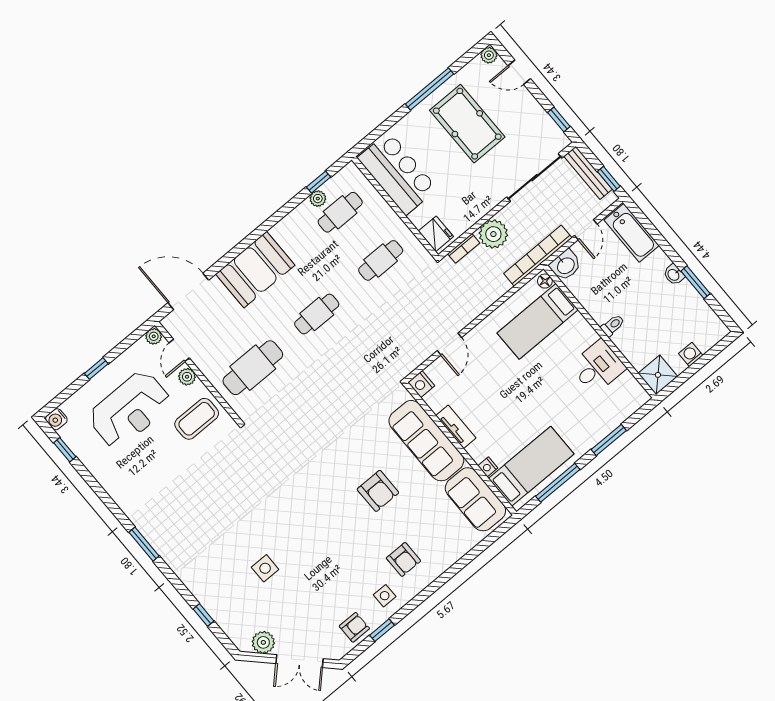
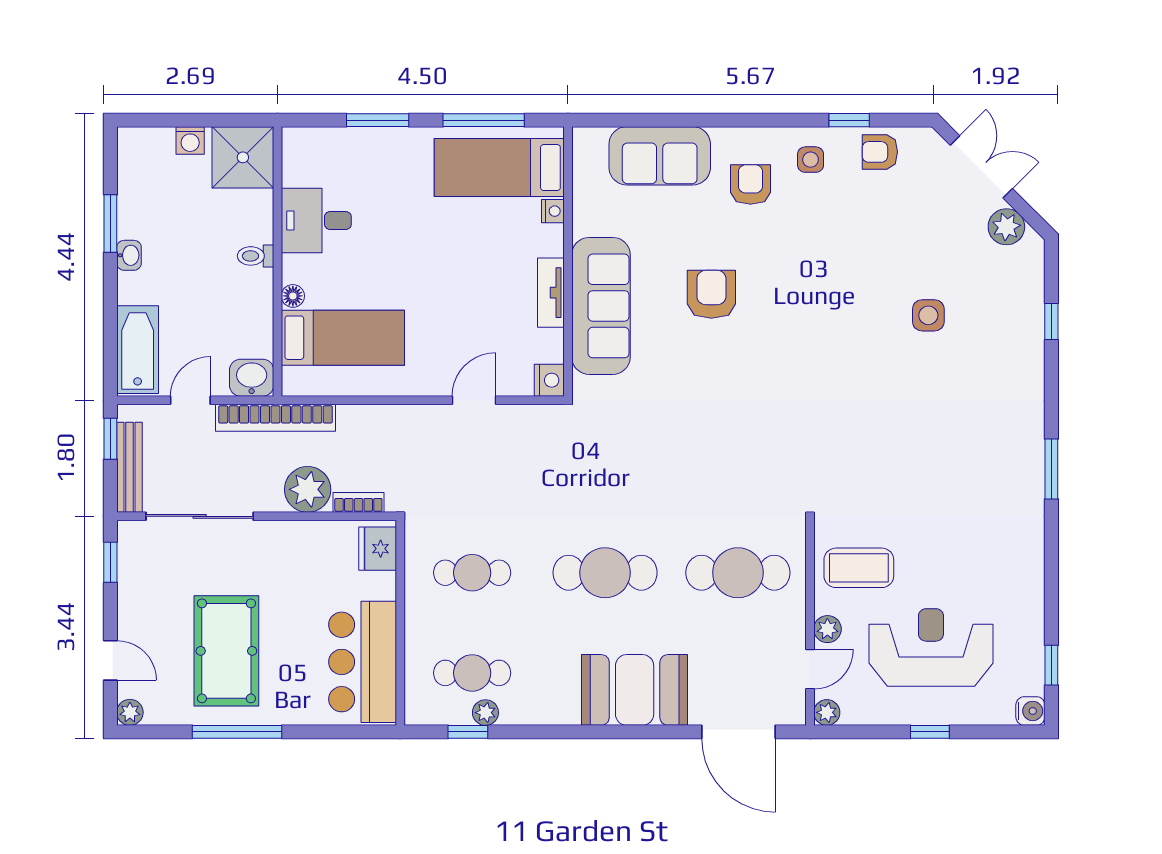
floor lamp: (545, 281) -> (293, 296), moved
cafe table: (317, 314) -> (605, 573), width x1.37, depth x1.35
shower: (658, 375) -> (243, 157), width x1.36, depth x1.36
sofa: (475, 499) -> (660, 156), moved, turned 90

